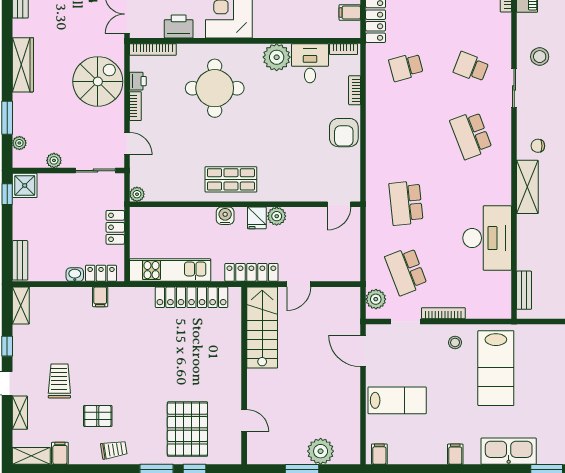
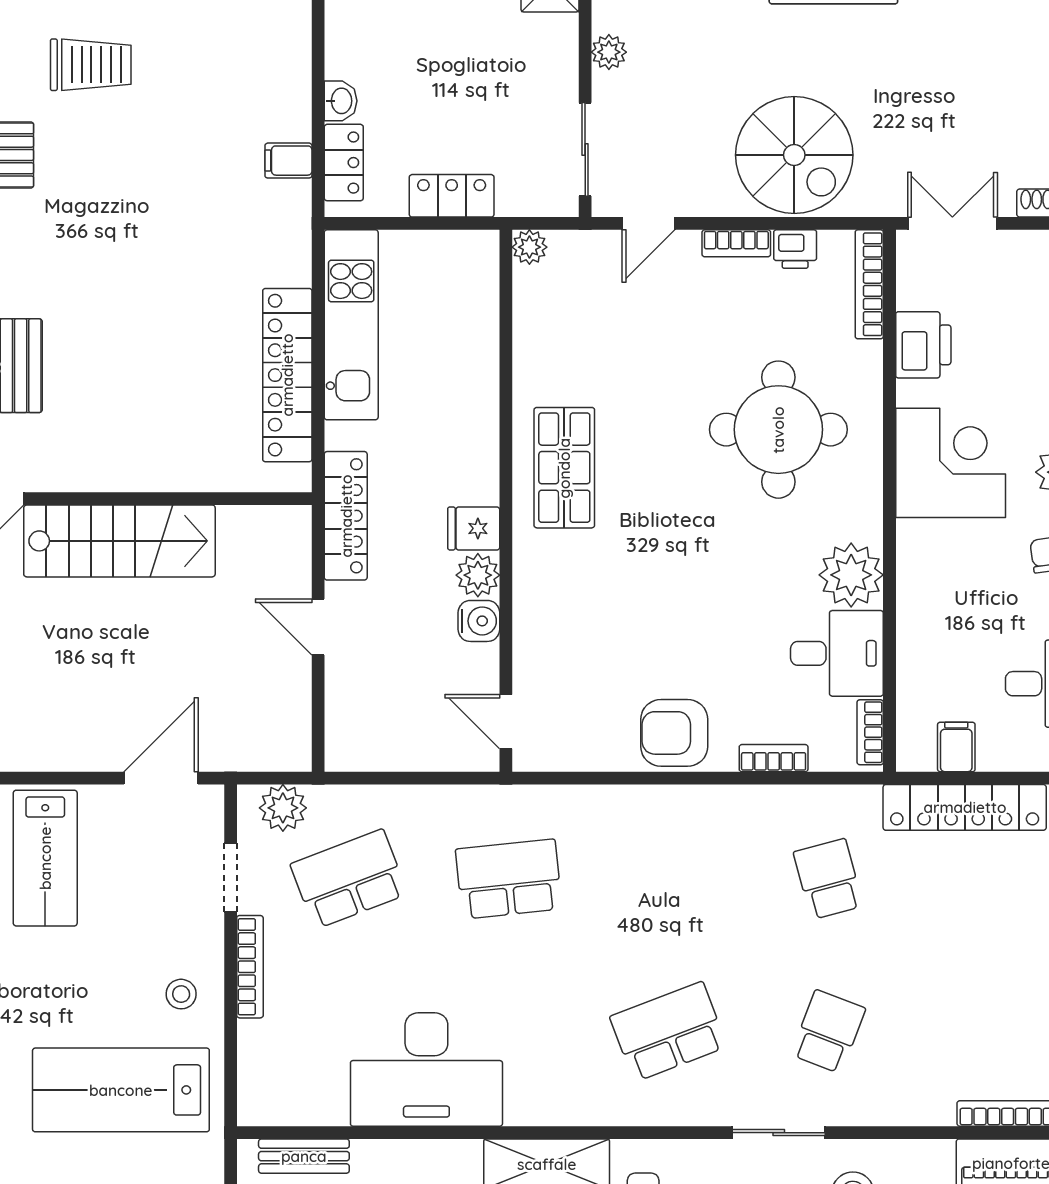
water cooler: (225, 216) -> (479, 621), moved
stairs: (262, 328) -> (119, 541), moved

